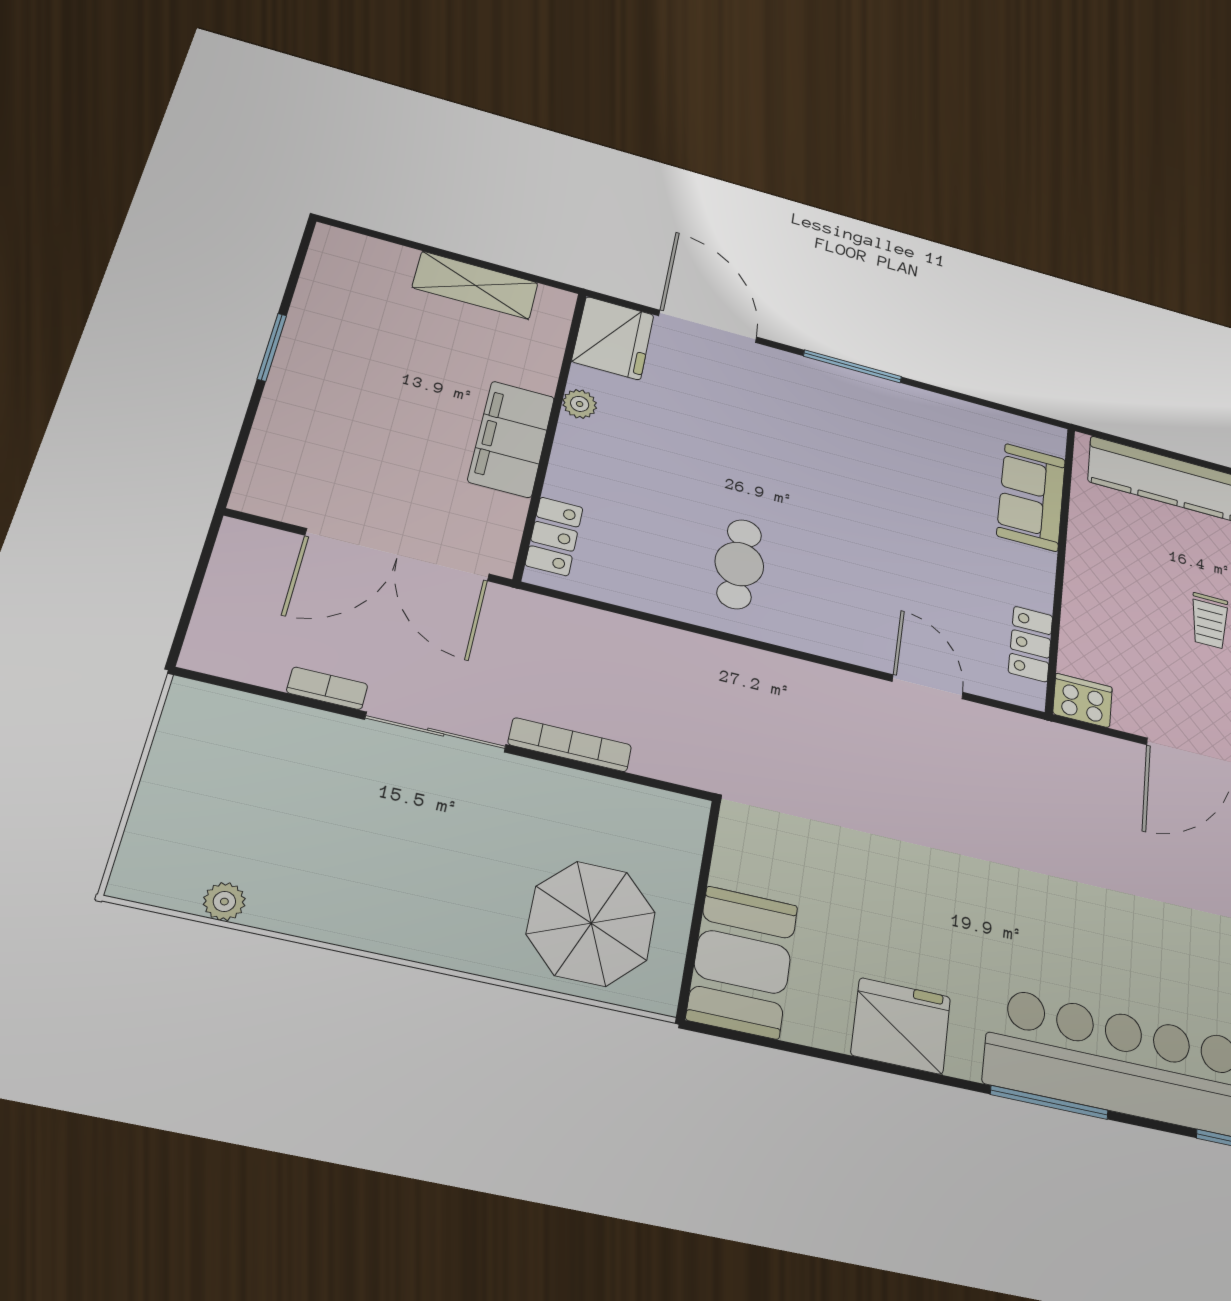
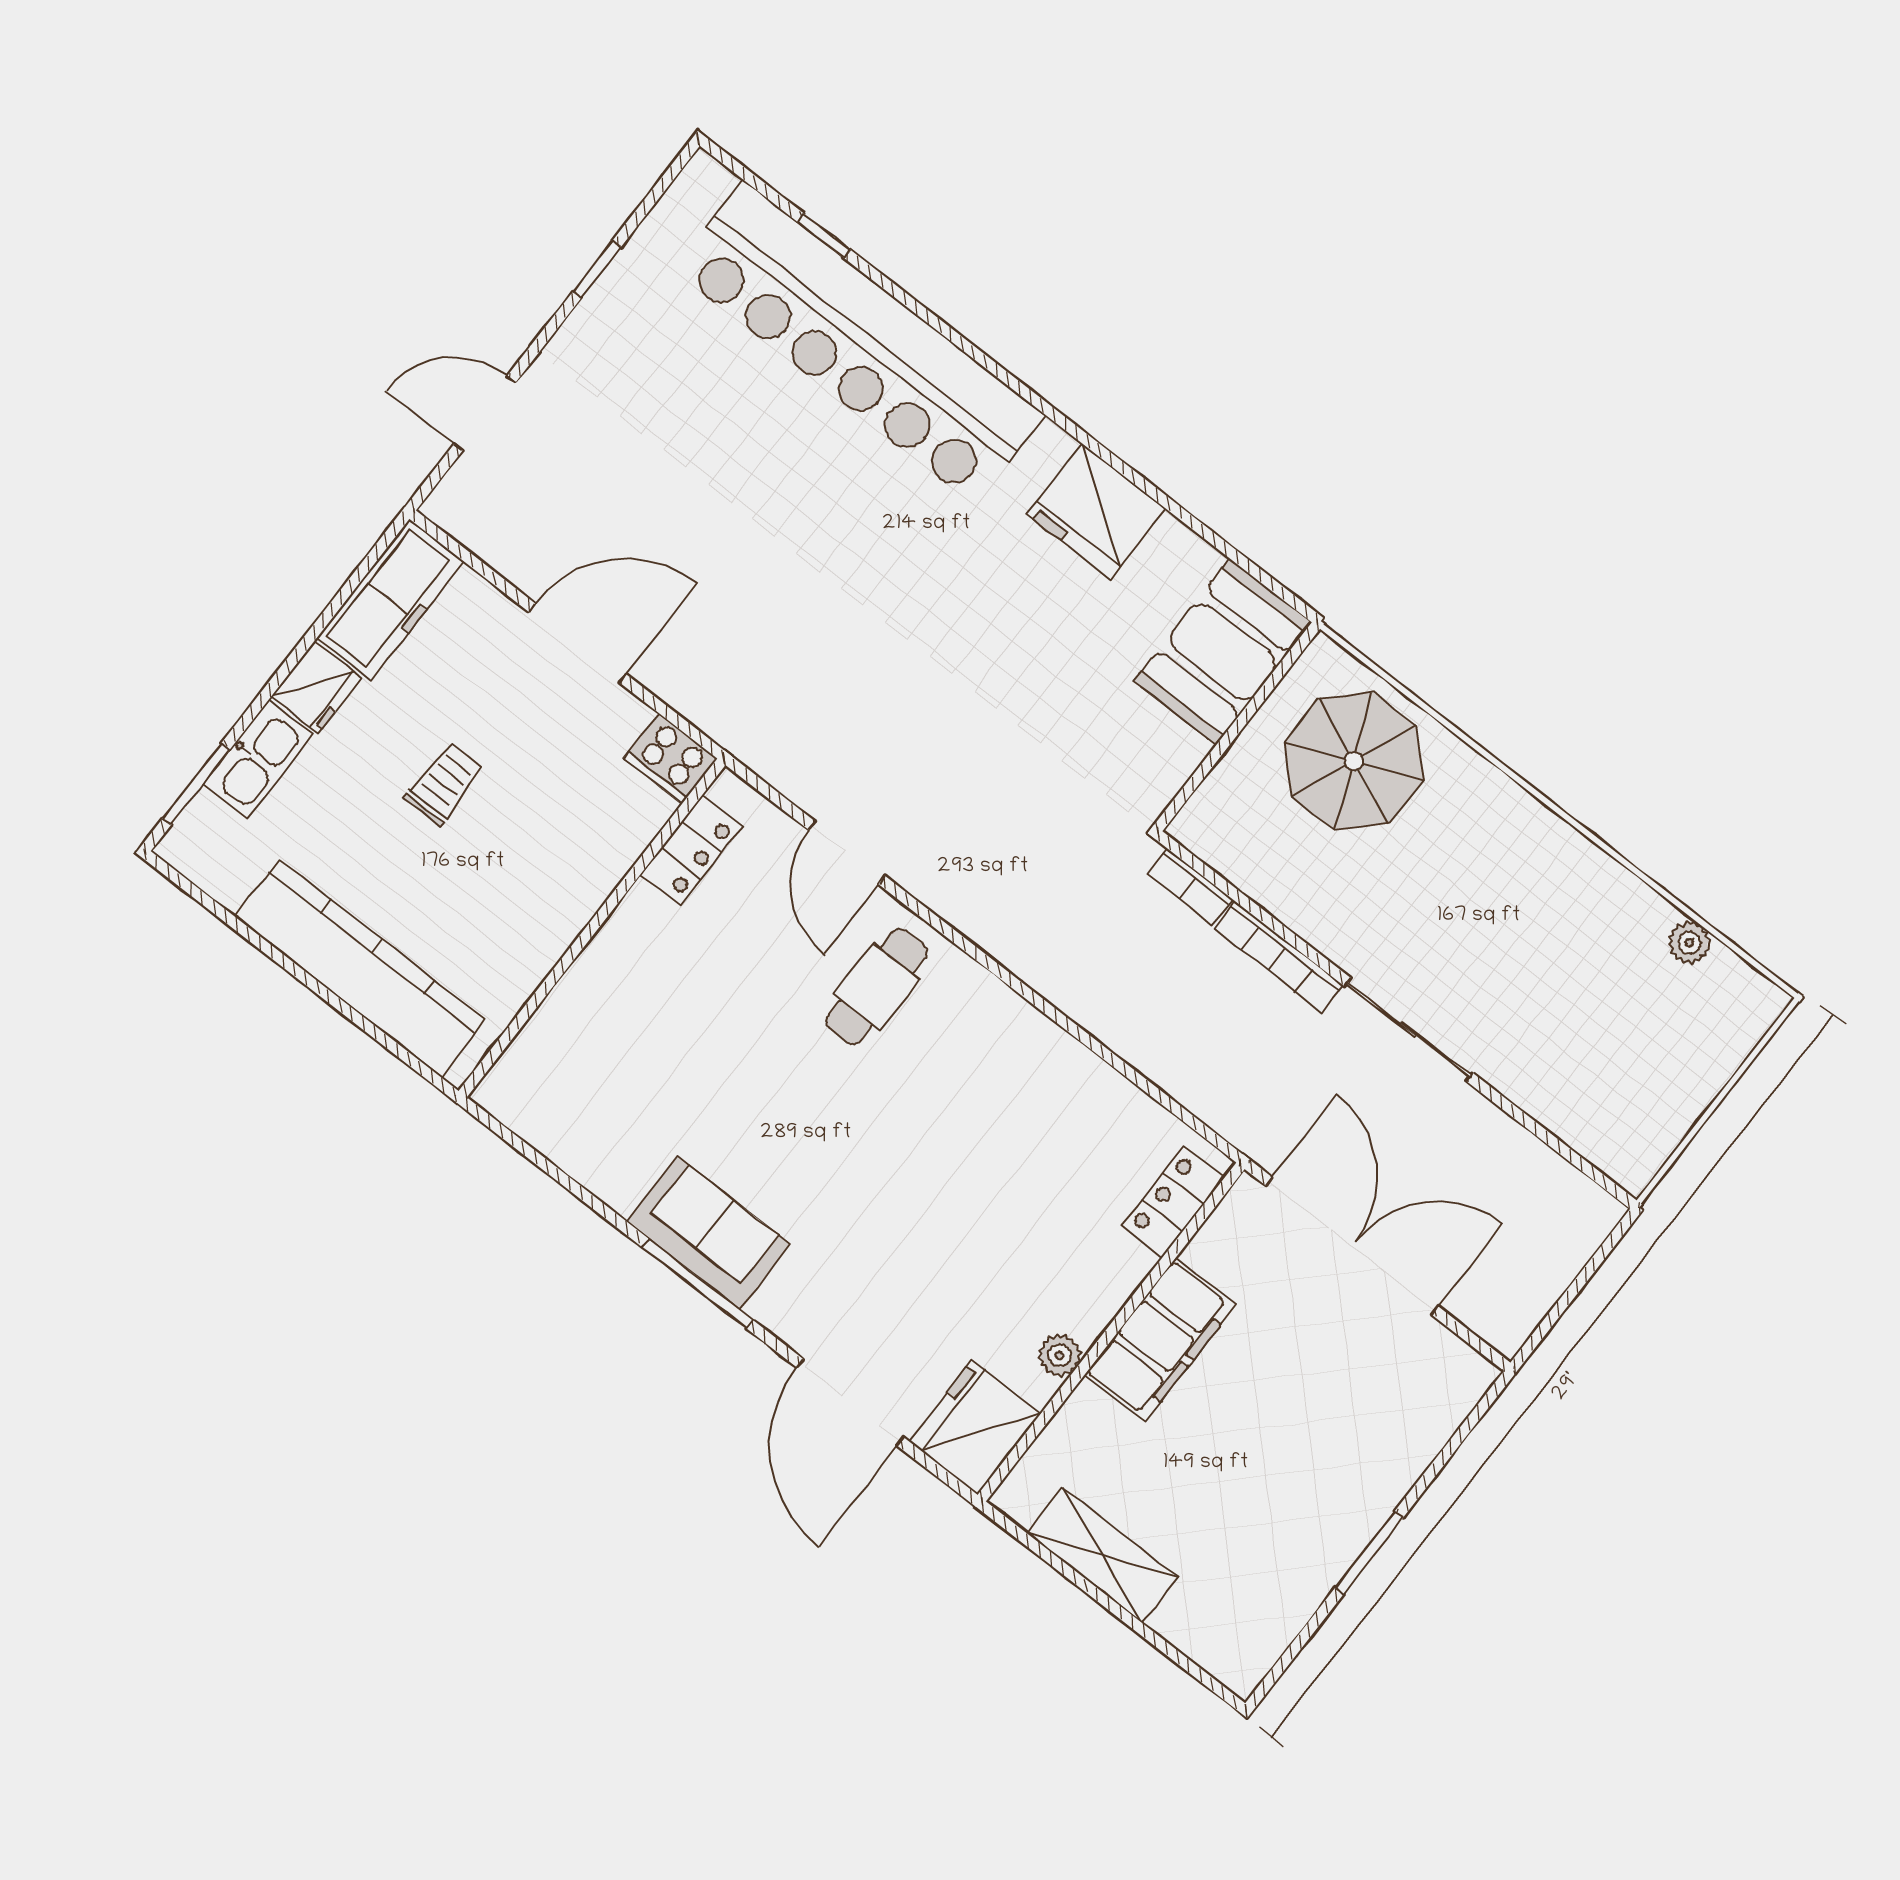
sofa: (1031, 497) -> (708, 1233), moved, turned -90
cafe table: (739, 564) -> (877, 987), moved
bookcase: (327, 688) -> (1190, 887), moved
window: (1049, 1102) -> (986, 362), removed

